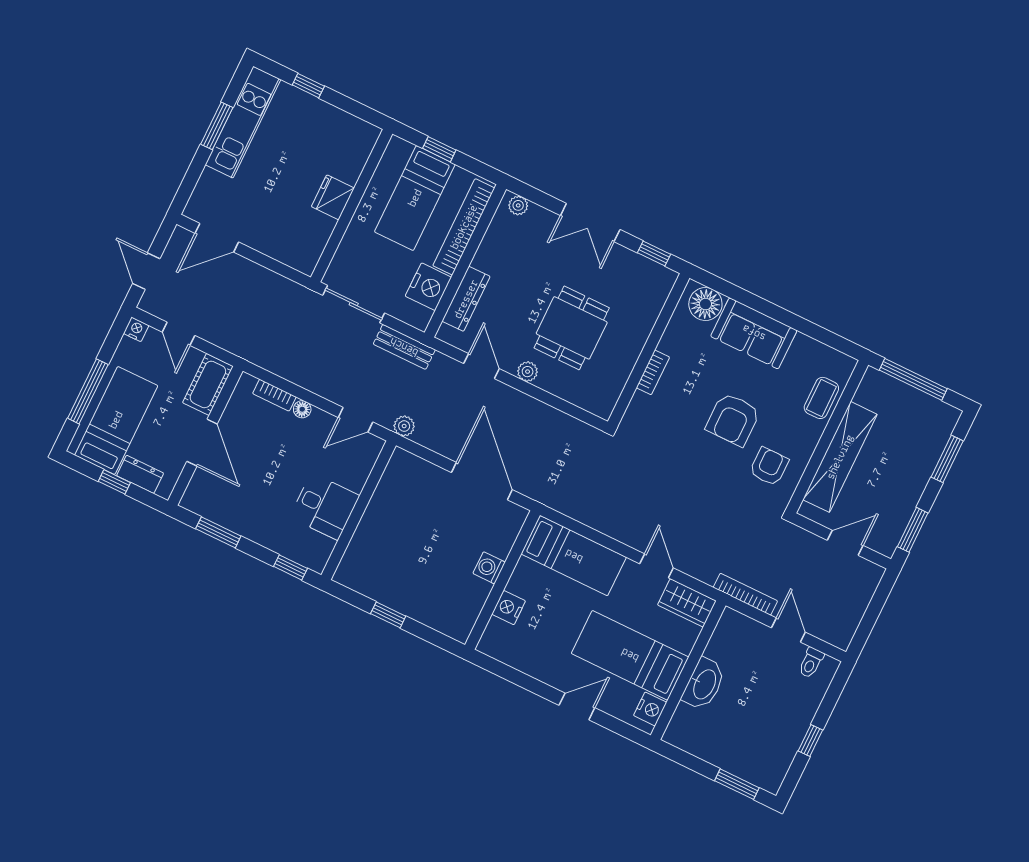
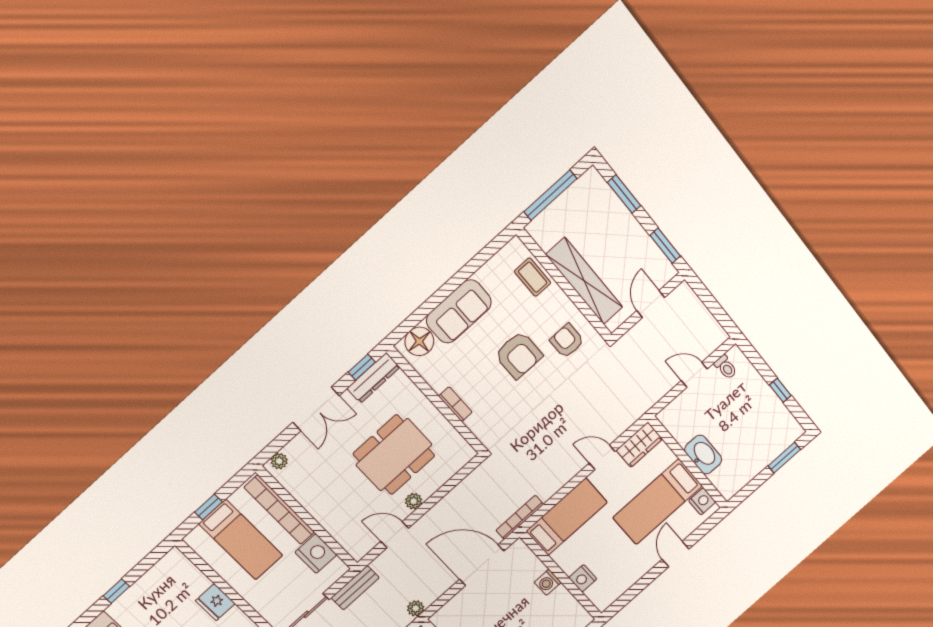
dresser: (466, 299) -> (373, 378), moved, turned 90
dining table: (572, 328) -> (394, 455), width x1.38
bookcase: (745, 594) -> (520, 517), moved

